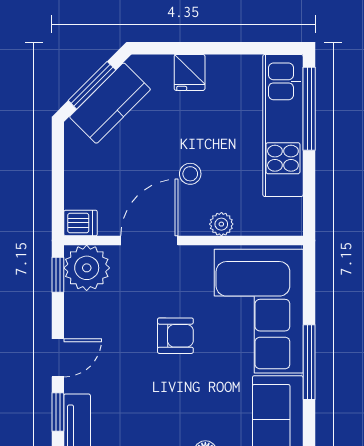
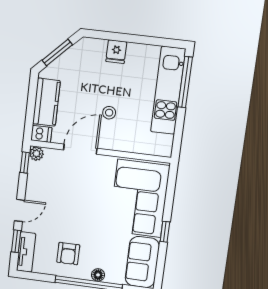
kitchen counter: (110, 103) -> (46, 102), moved, turned -45
plant: (221, 224) -> (124, 145), removed
plant: (87, 268) -> (36, 154), width x0.53, depth x0.53
armchair: (175, 336) -> (68, 254), moved, turned 90
window: (309, 362) -> (165, 232), width x0.46

